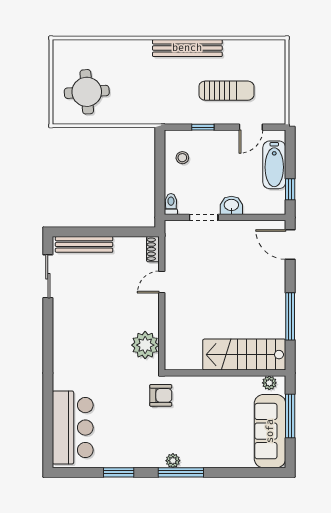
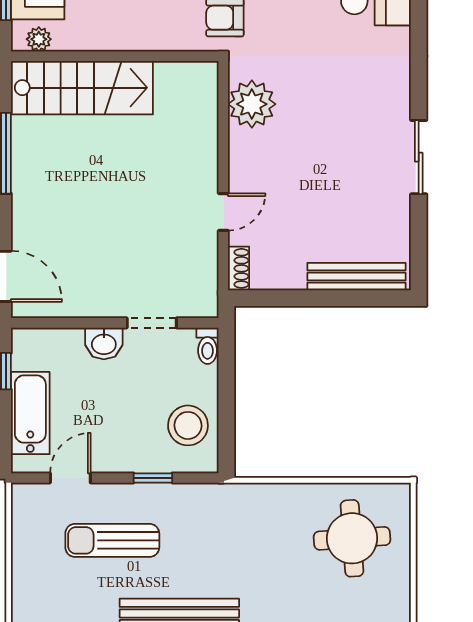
stool: (182, 158) -> (188, 425), width x1.89, depth x1.89
sliding door: (48, 276) -> (419, 157), moved

